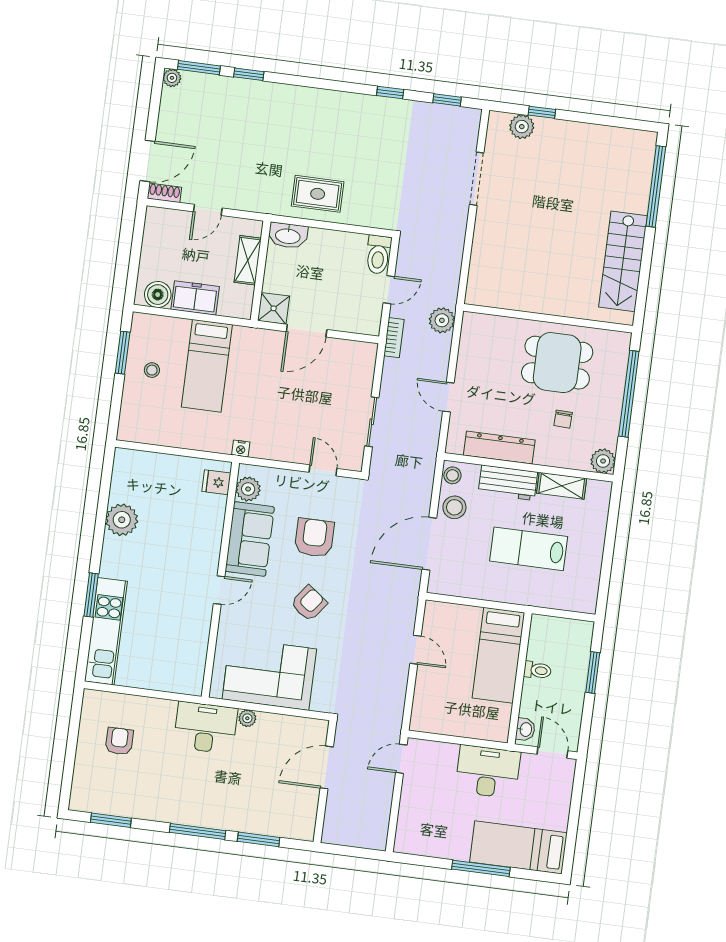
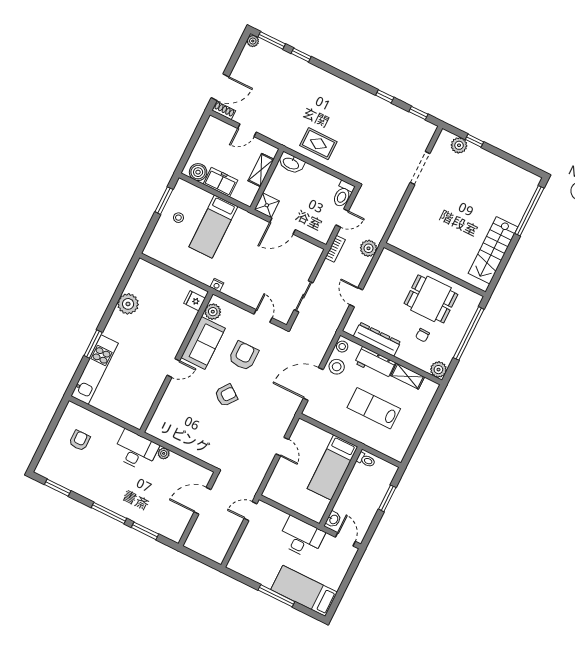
toilet: (537, 670) -> (366, 460), moved
corner sofa: (269, 674) -> (187, 431), removed

